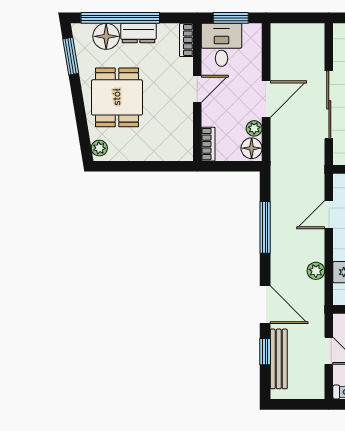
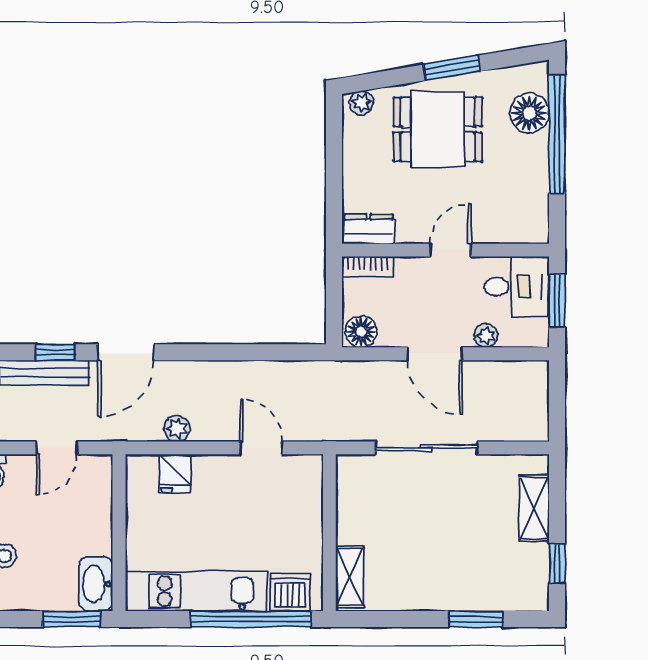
dresser: (139, 33) -> (368, 229), moved, turned 90
bookcase: (186, 40) -> (524, 234), removed
window: (71, 56) -> (452, 68), moved
door: (197, 89) -> (451, 250), swing flipped
plant: (254, 128) -> (486, 336), moved
window: (265, 227) -> (242, 352), removed

